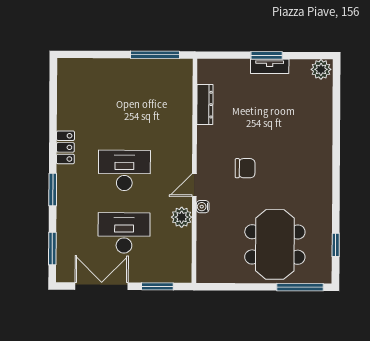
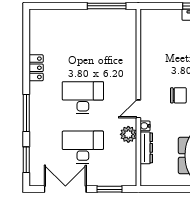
dresser: (205, 105) -> (146, 148), moved
locker: (65, 147) -> (36, 68), moved
window: (53, 190) -> (26, 113), width x1.44

